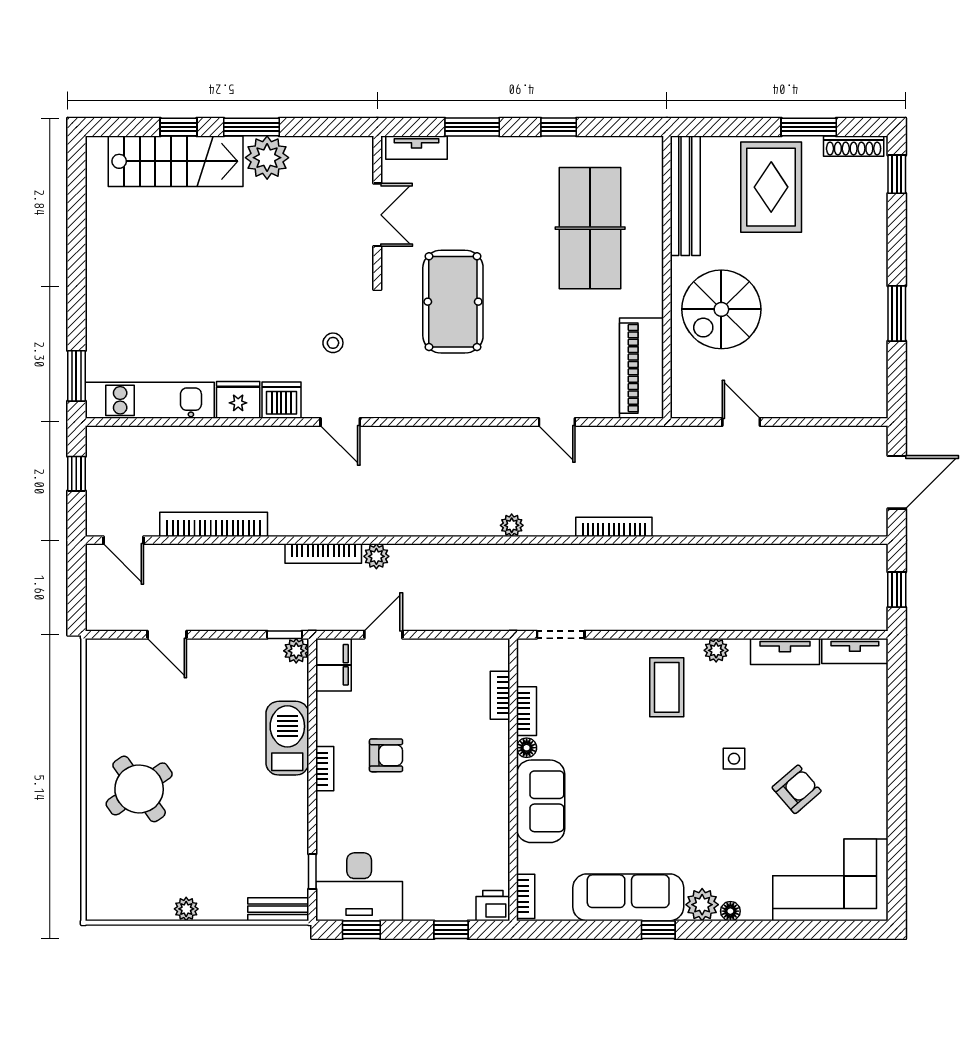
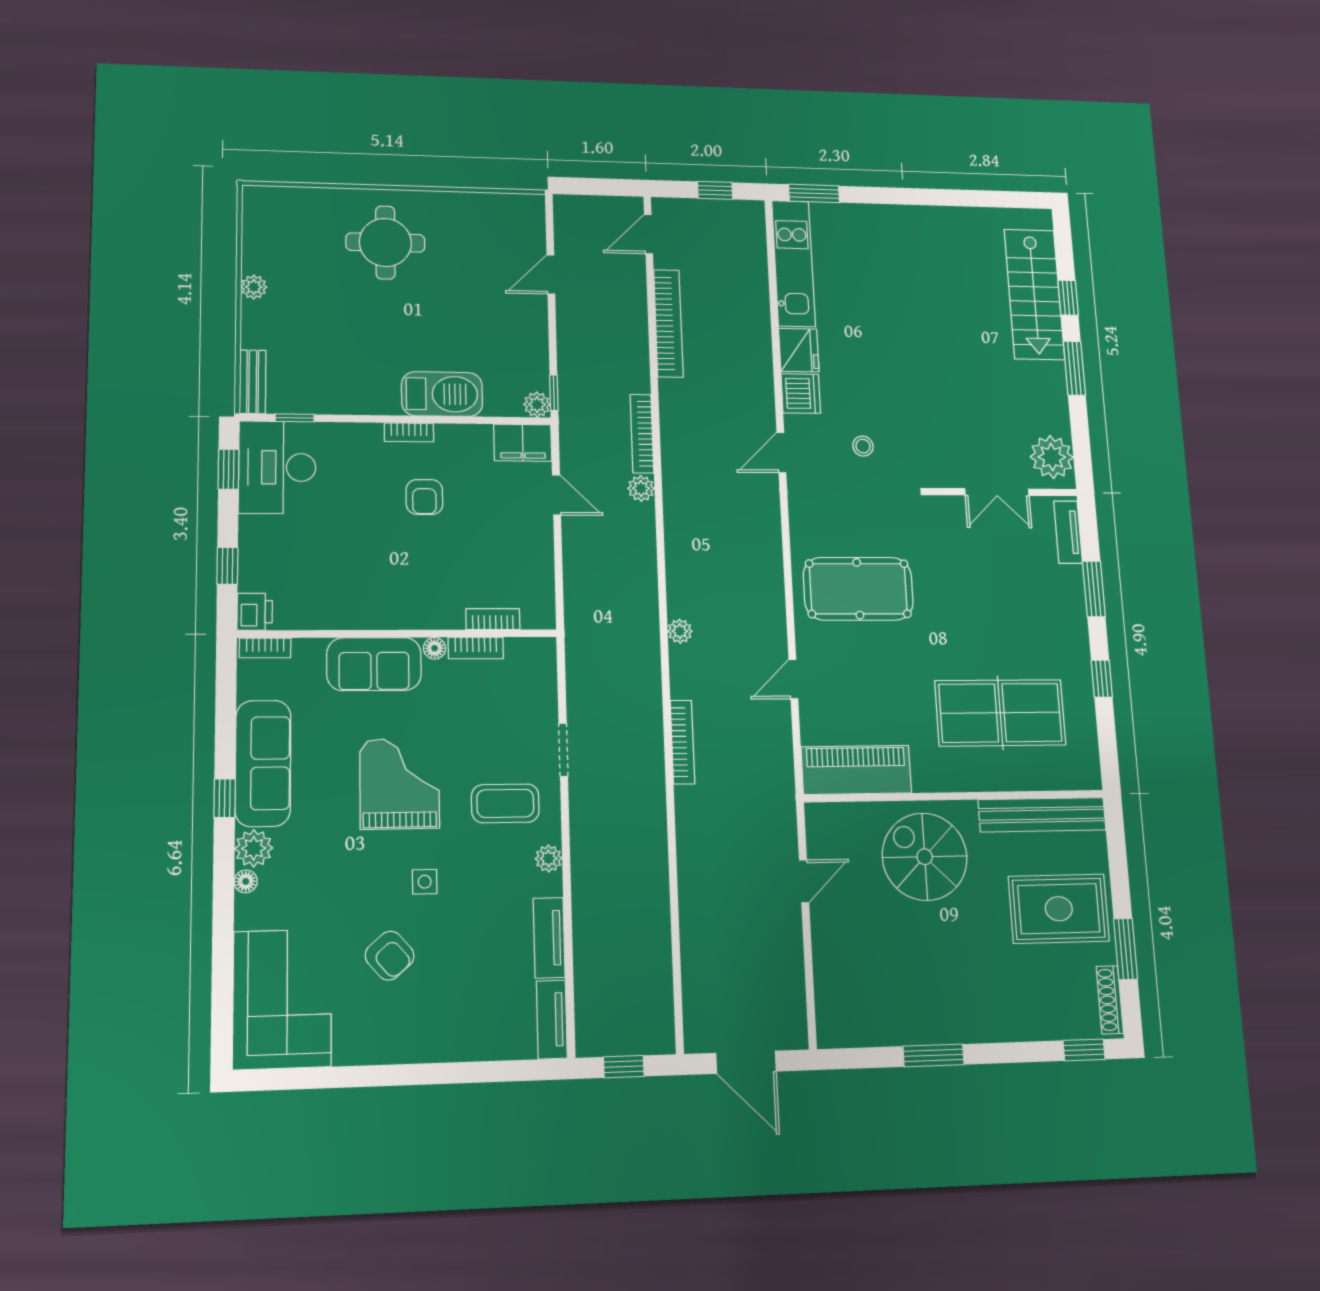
plant: (267, 158) -> (1052, 457), moved
pool table: (453, 302) -> (858, 589), moved
doorway: (561, 635) -> (563, 750), moved
grand piano: (648, 780) -> (400, 784), added
round table: (139, 789) -> (385, 242), turned 35

